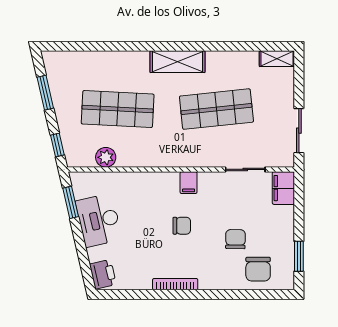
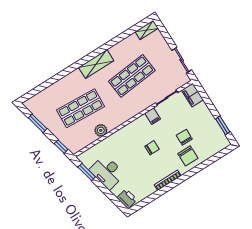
plant: (106, 157) -> (101, 130), moved
filing cabinet: (189, 183) -> (153, 116), moved
chair: (258, 269) -> (188, 156), moved

